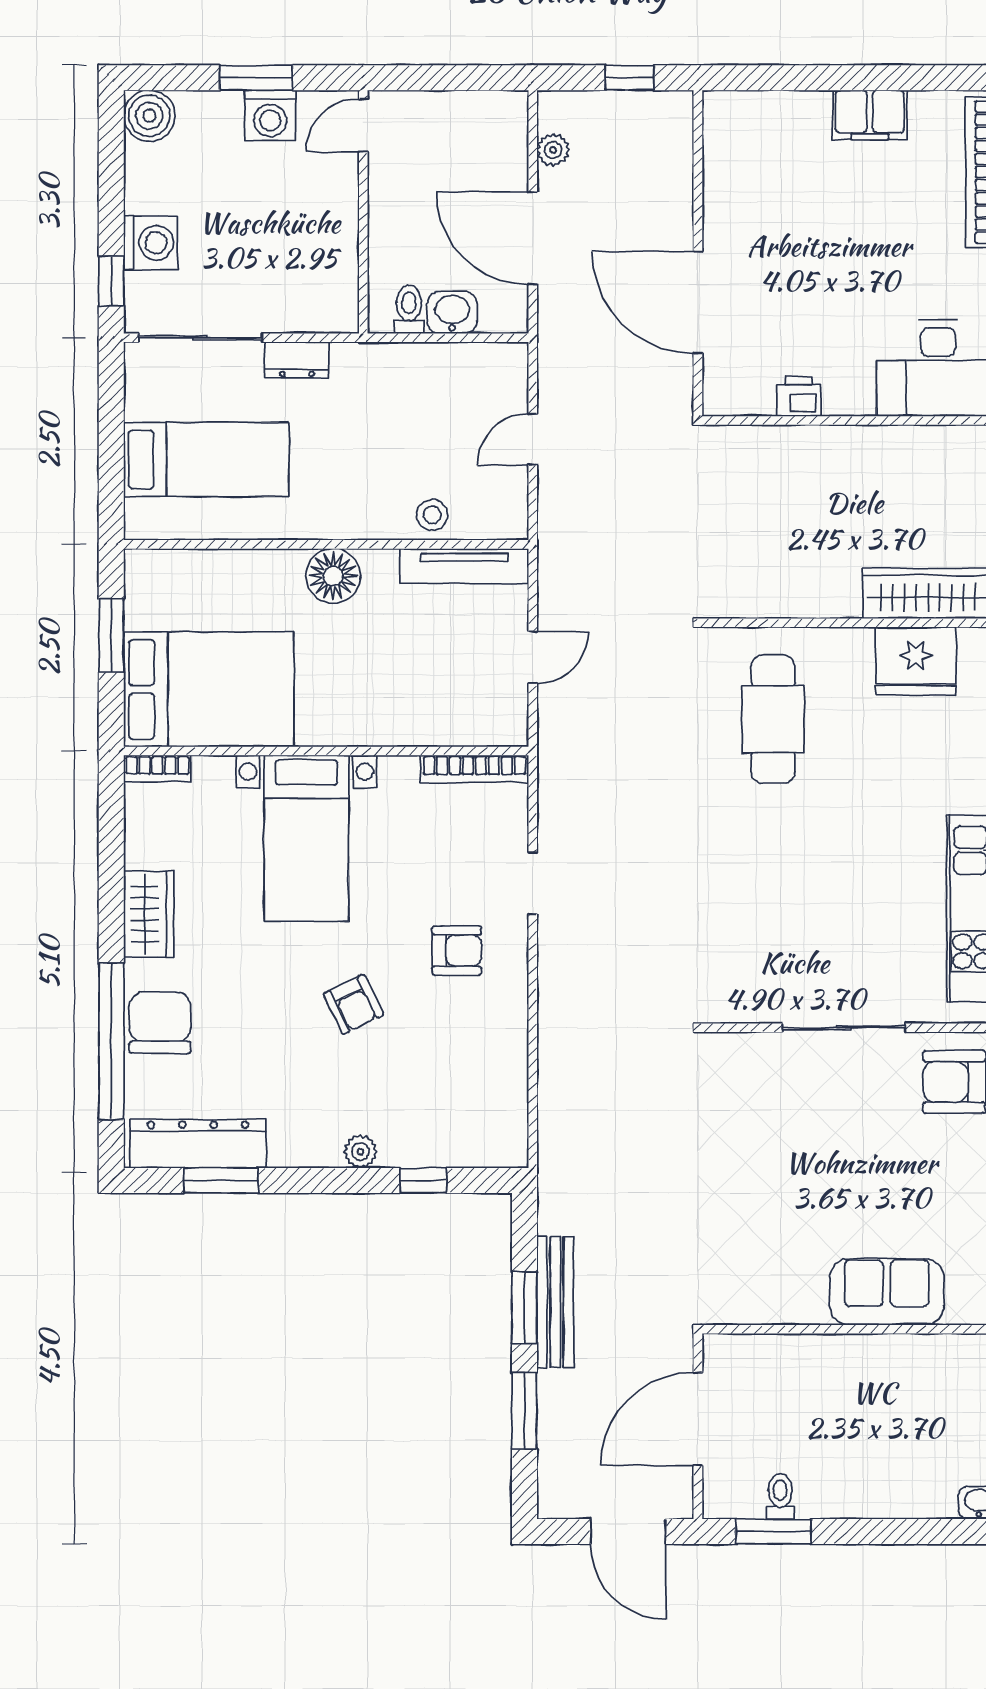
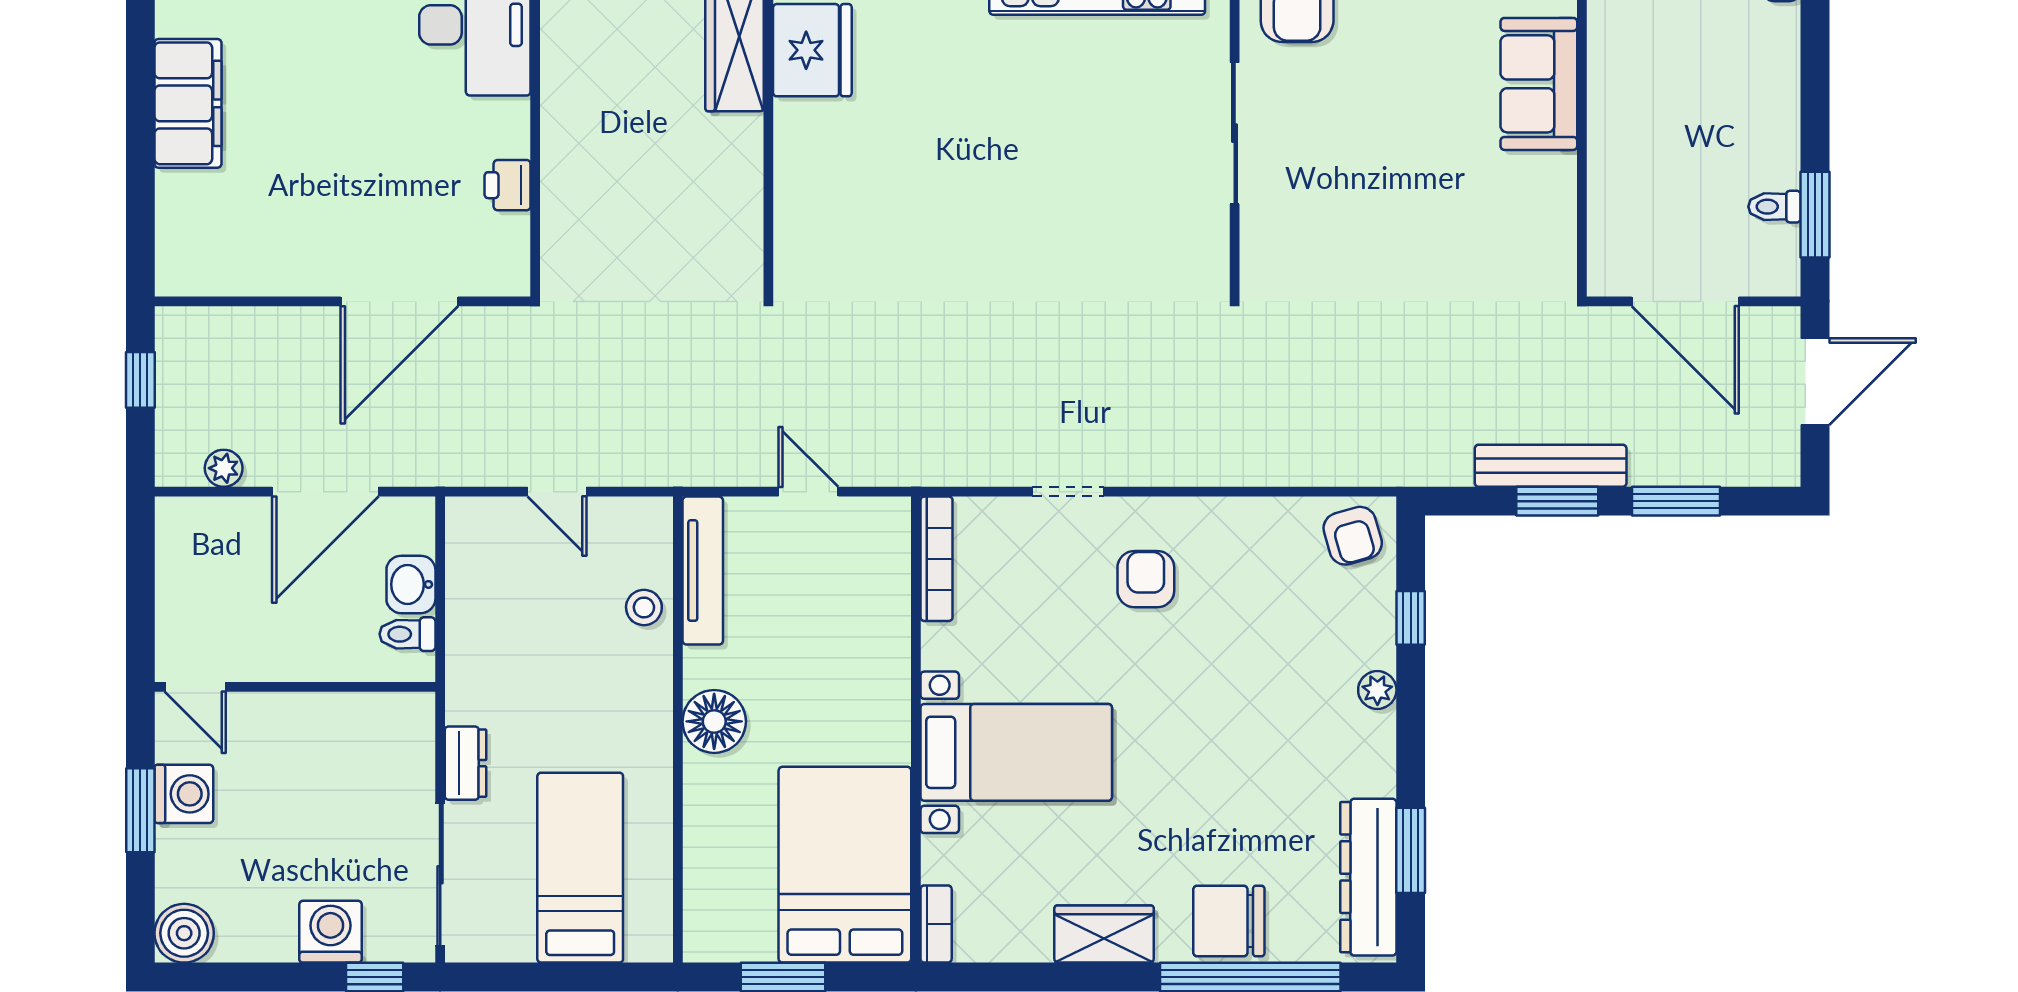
filing cabinet: (870, 115) -> (188, 103), width x1.50, depth x1.17
cafe table: (773, 719) -> (879, 215), removed
armchair: (353, 1004) -> (1353, 536), moved, turned 100

